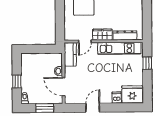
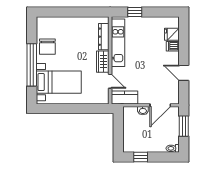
window: (17, 82) -> (141, 157), moved
fridge: (132, 94) -> (172, 34), width x0.53, depth x0.75

